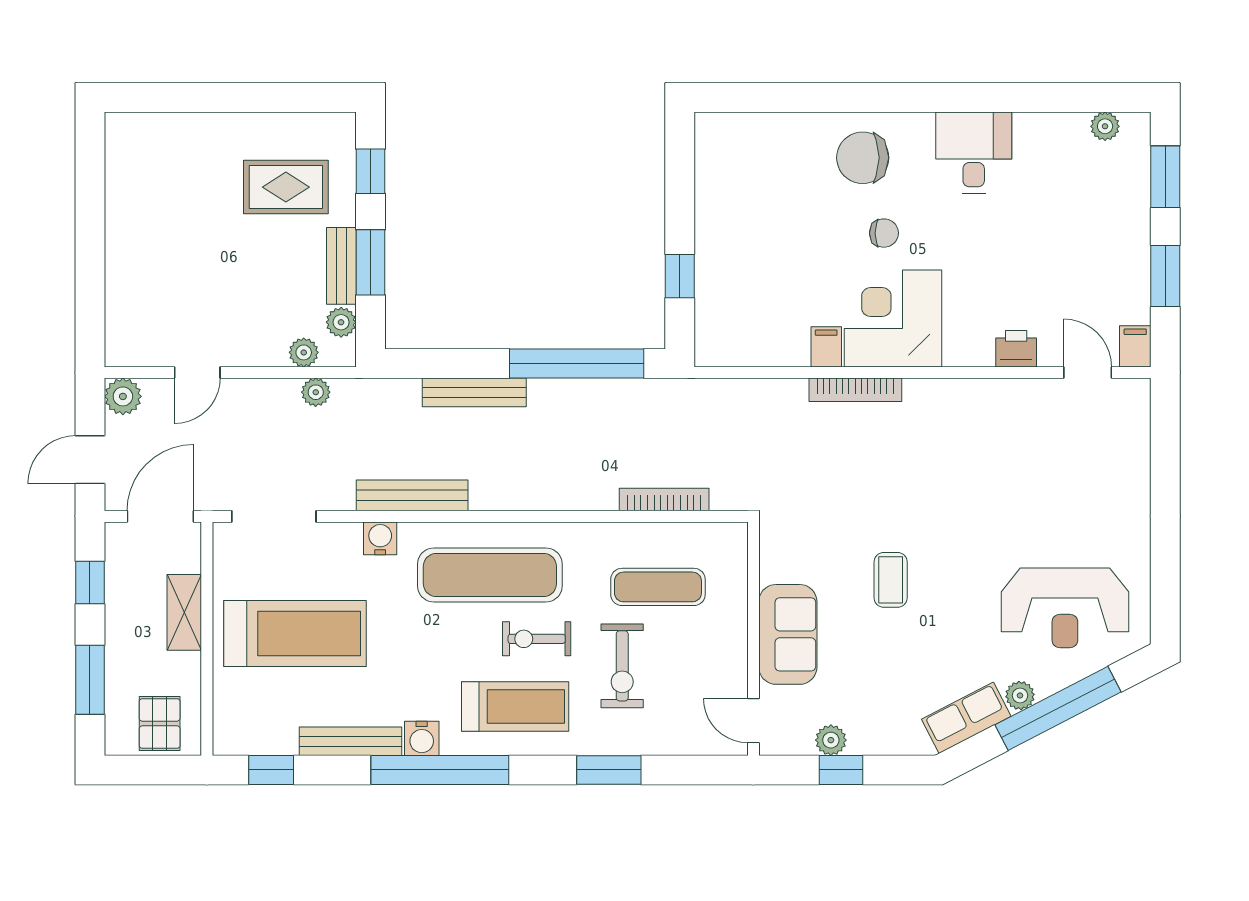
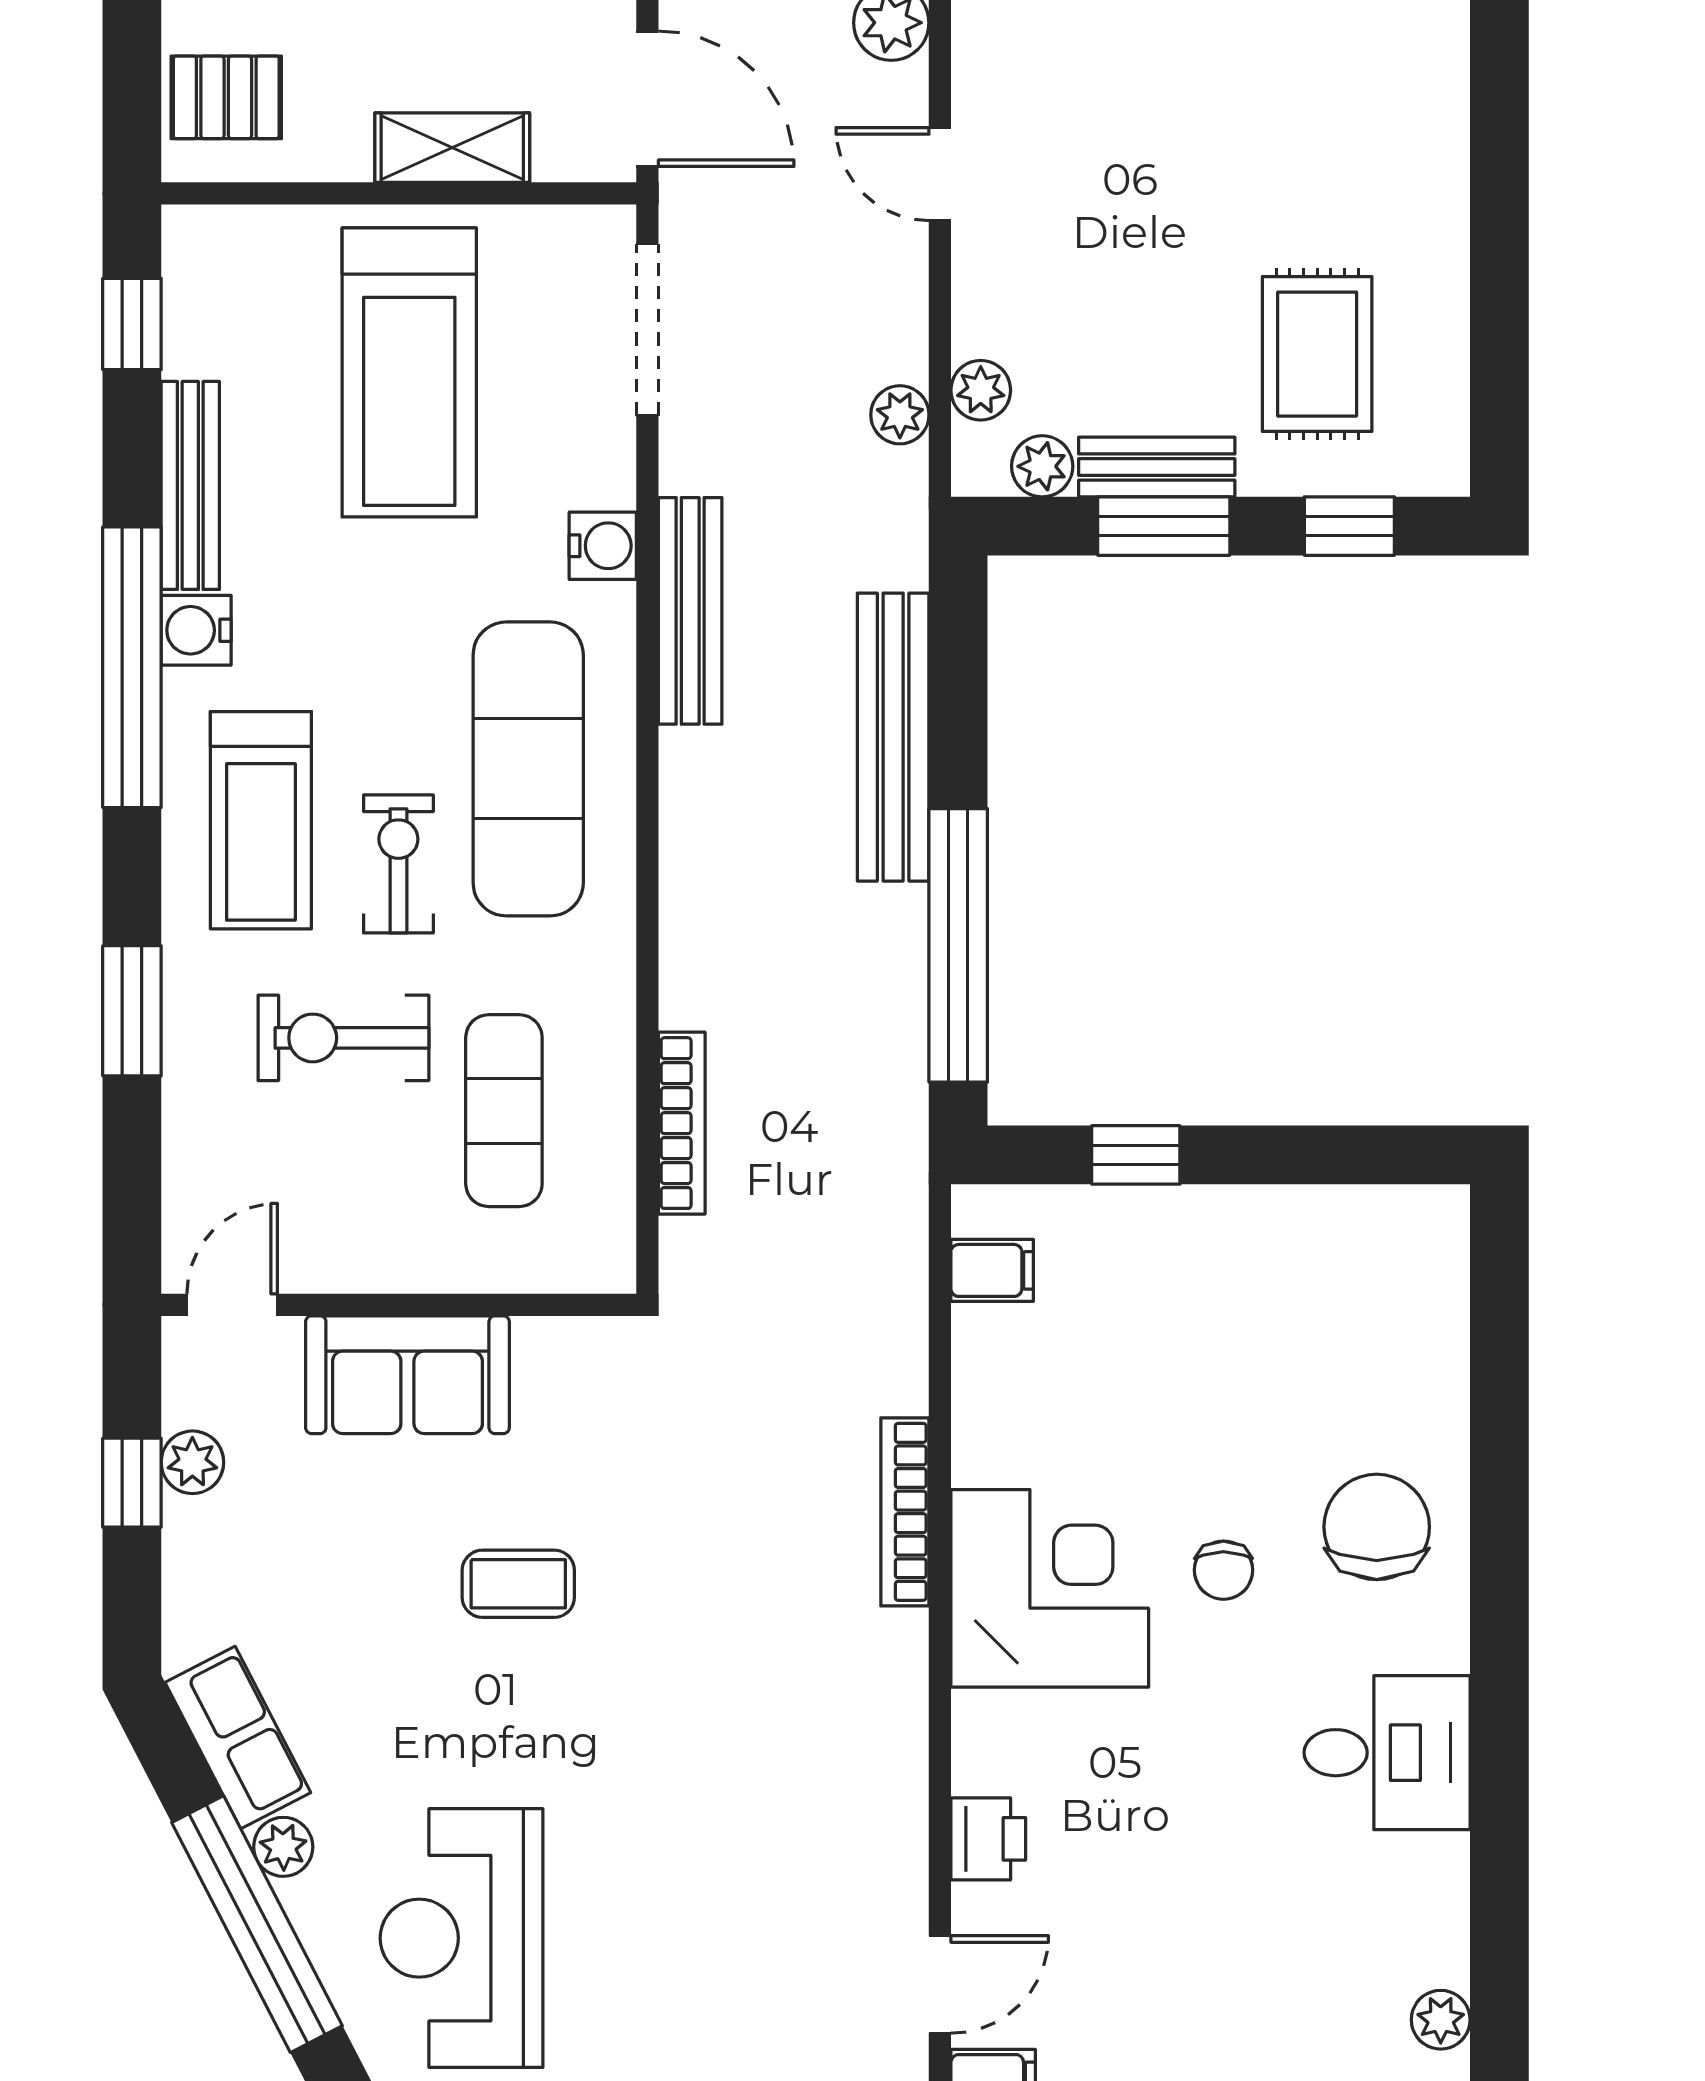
filing cabinet: (826, 347) -> (992, 1270), moved
bench: (474, 392) -> (893, 737), width x1.37, depth x1.21

